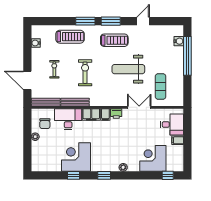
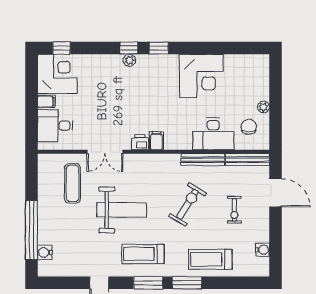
exercise bike: (85, 73) -> (187, 204), turned -148
filing cabinet: (91, 114) -> (178, 141), removed
corner desk: (153, 158) -> (57, 74), moved, turned -90
window: (73, 175) -> (129, 48), moved

